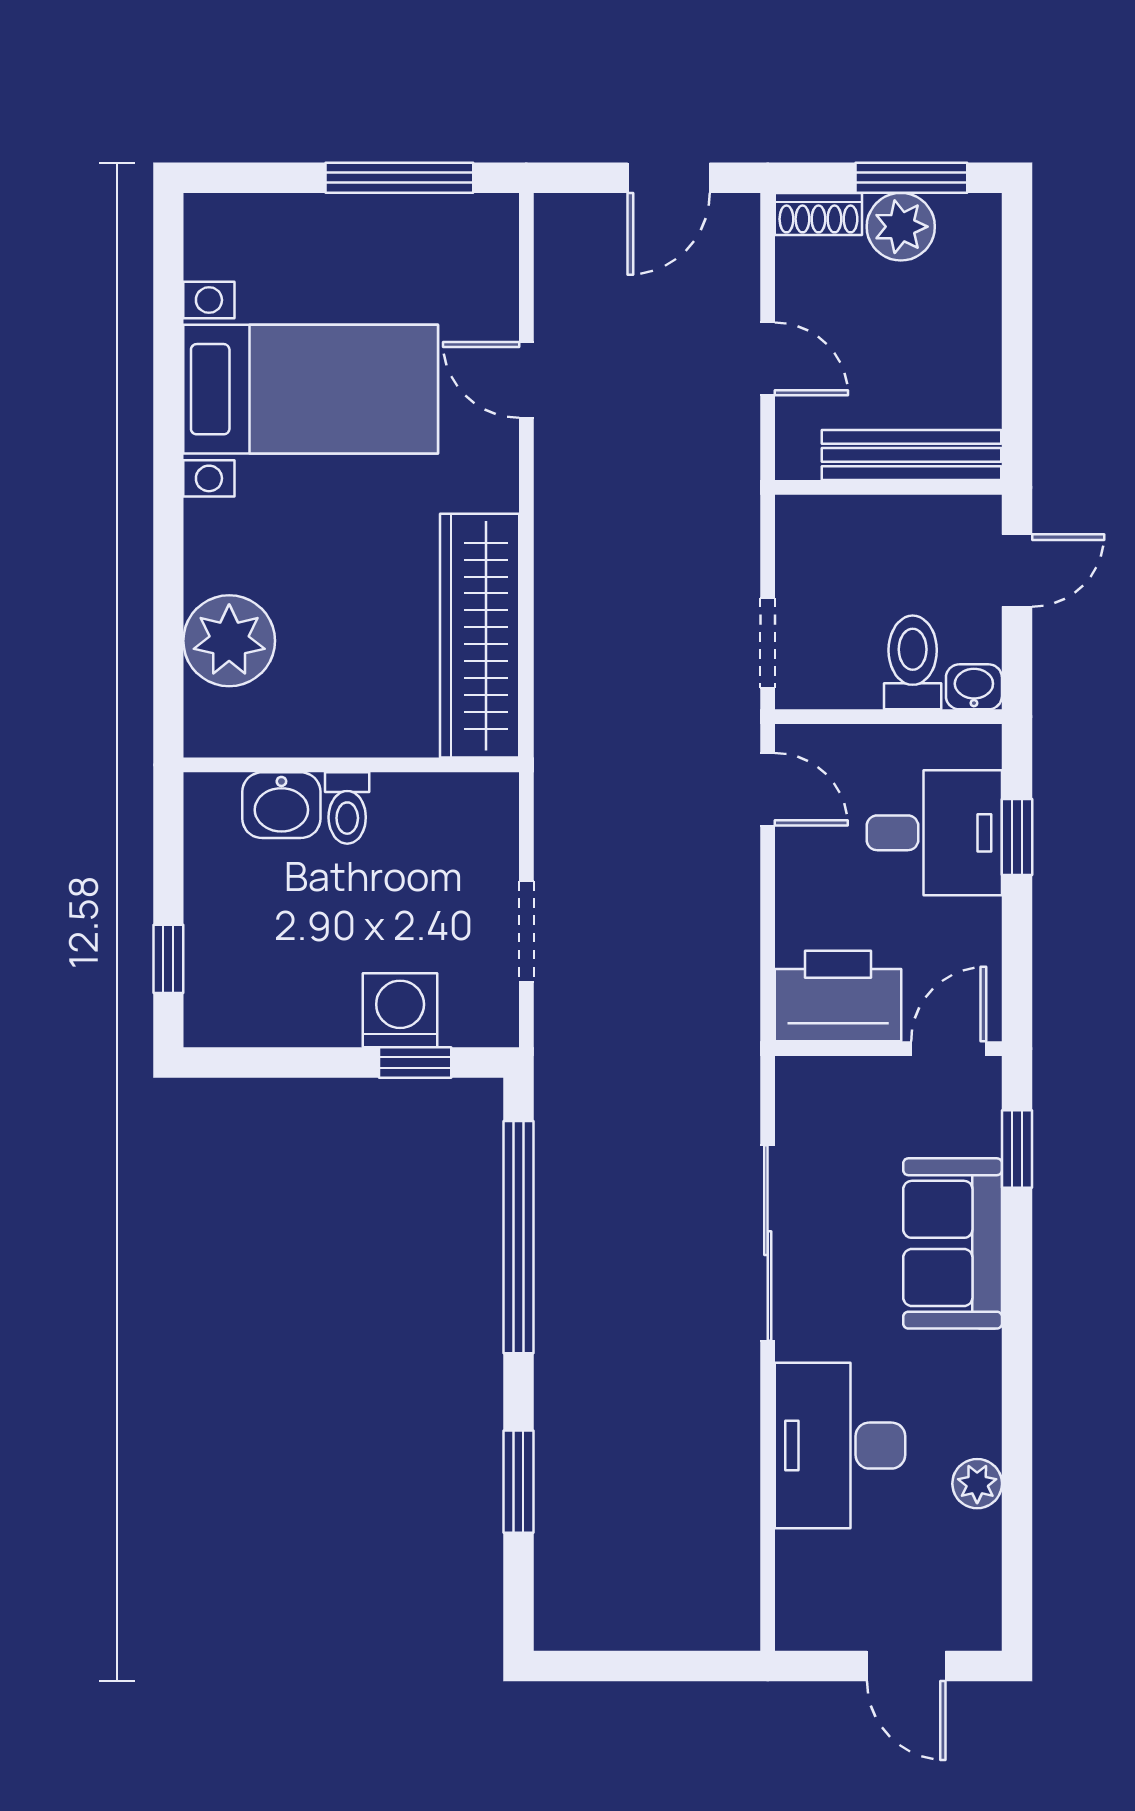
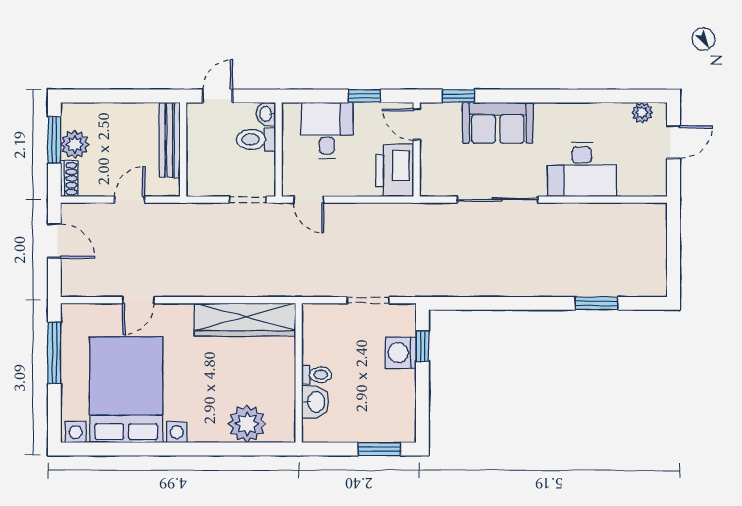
bed with nightstands: (311, 389) -> (126, 390), width x1.36
door: (1017, 570) -> (218, 96), hinge flipped
door: (768, 789) -> (309, 200), swing flipped
window: (1017, 837) -> (364, 96), moved
window: (168, 959) -> (379, 449), width x1.50
window: (518, 1237) -> (495, 303), removed
plant: (977, 1484) -> (642, 113), moved

